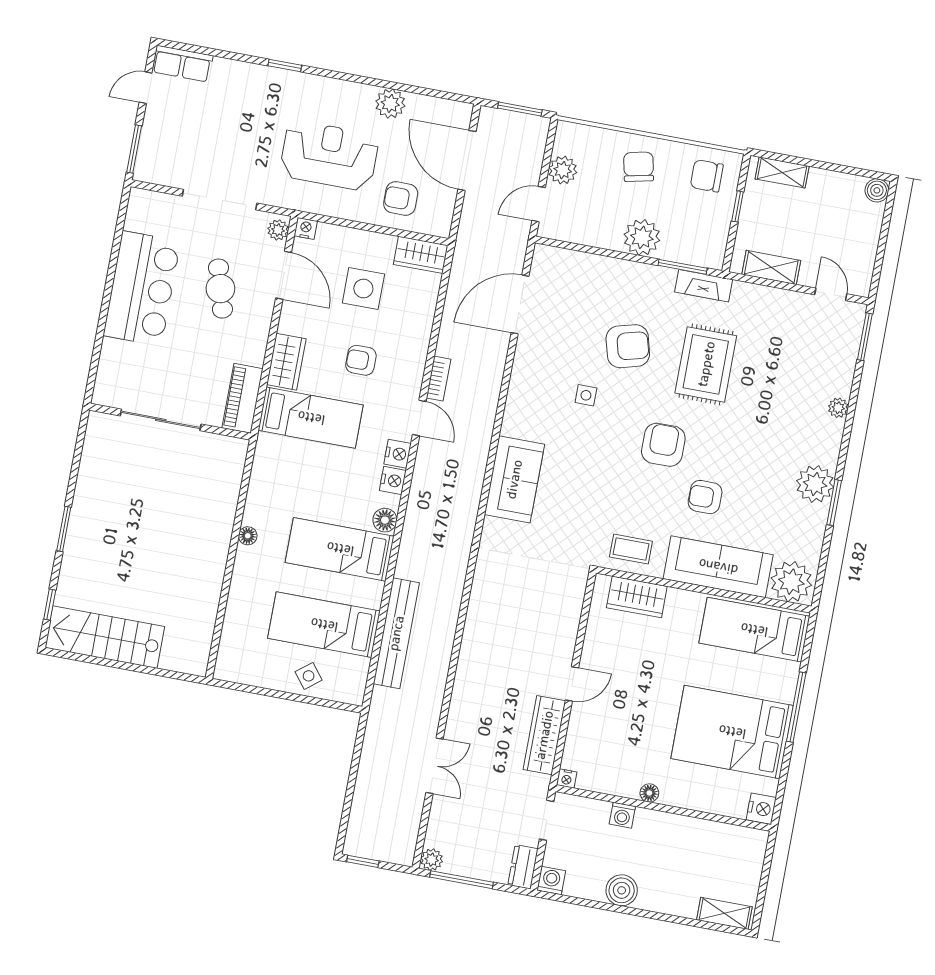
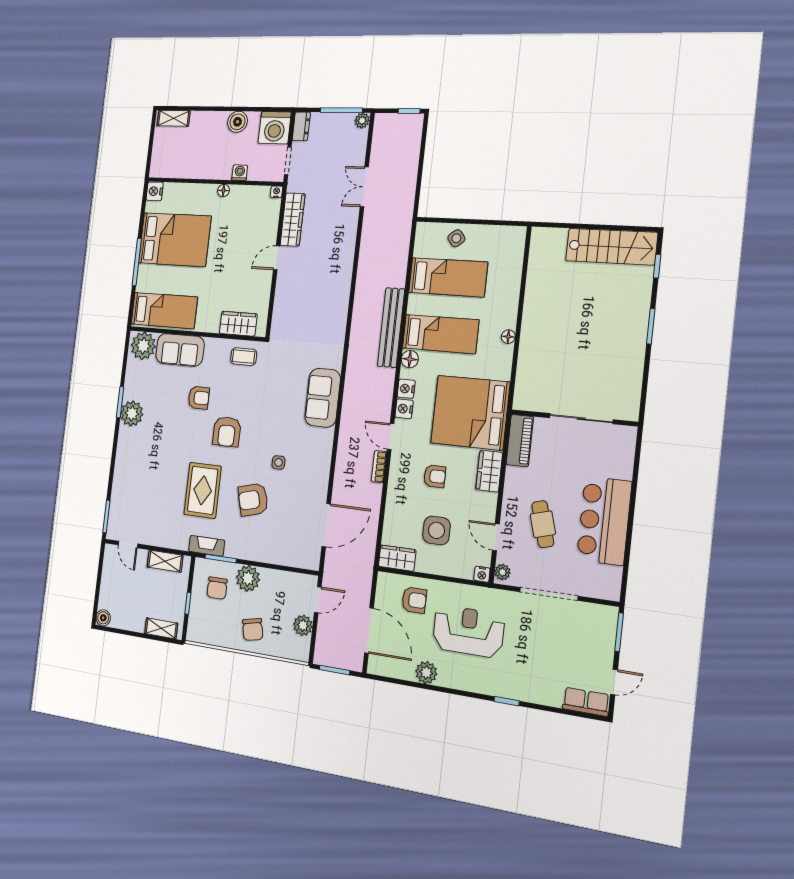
reception desk: (329, 155) -> (468, 631), turned 180
chair: (707, 176) -> (217, 588), moved, turned 90
door: (284, 275) -> (496, 537), width x0.73
plant: (838, 408) -> (120, 467), removed
bed: (311, 418) -> (470, 413), width x2.04
sofa: (718, 567) -> (180, 350), width x0.73
bench: (396, 633) -> (391, 328), moved
washing machine: (551, 881) -> (275, 128), width x1.89, depth x1.89

